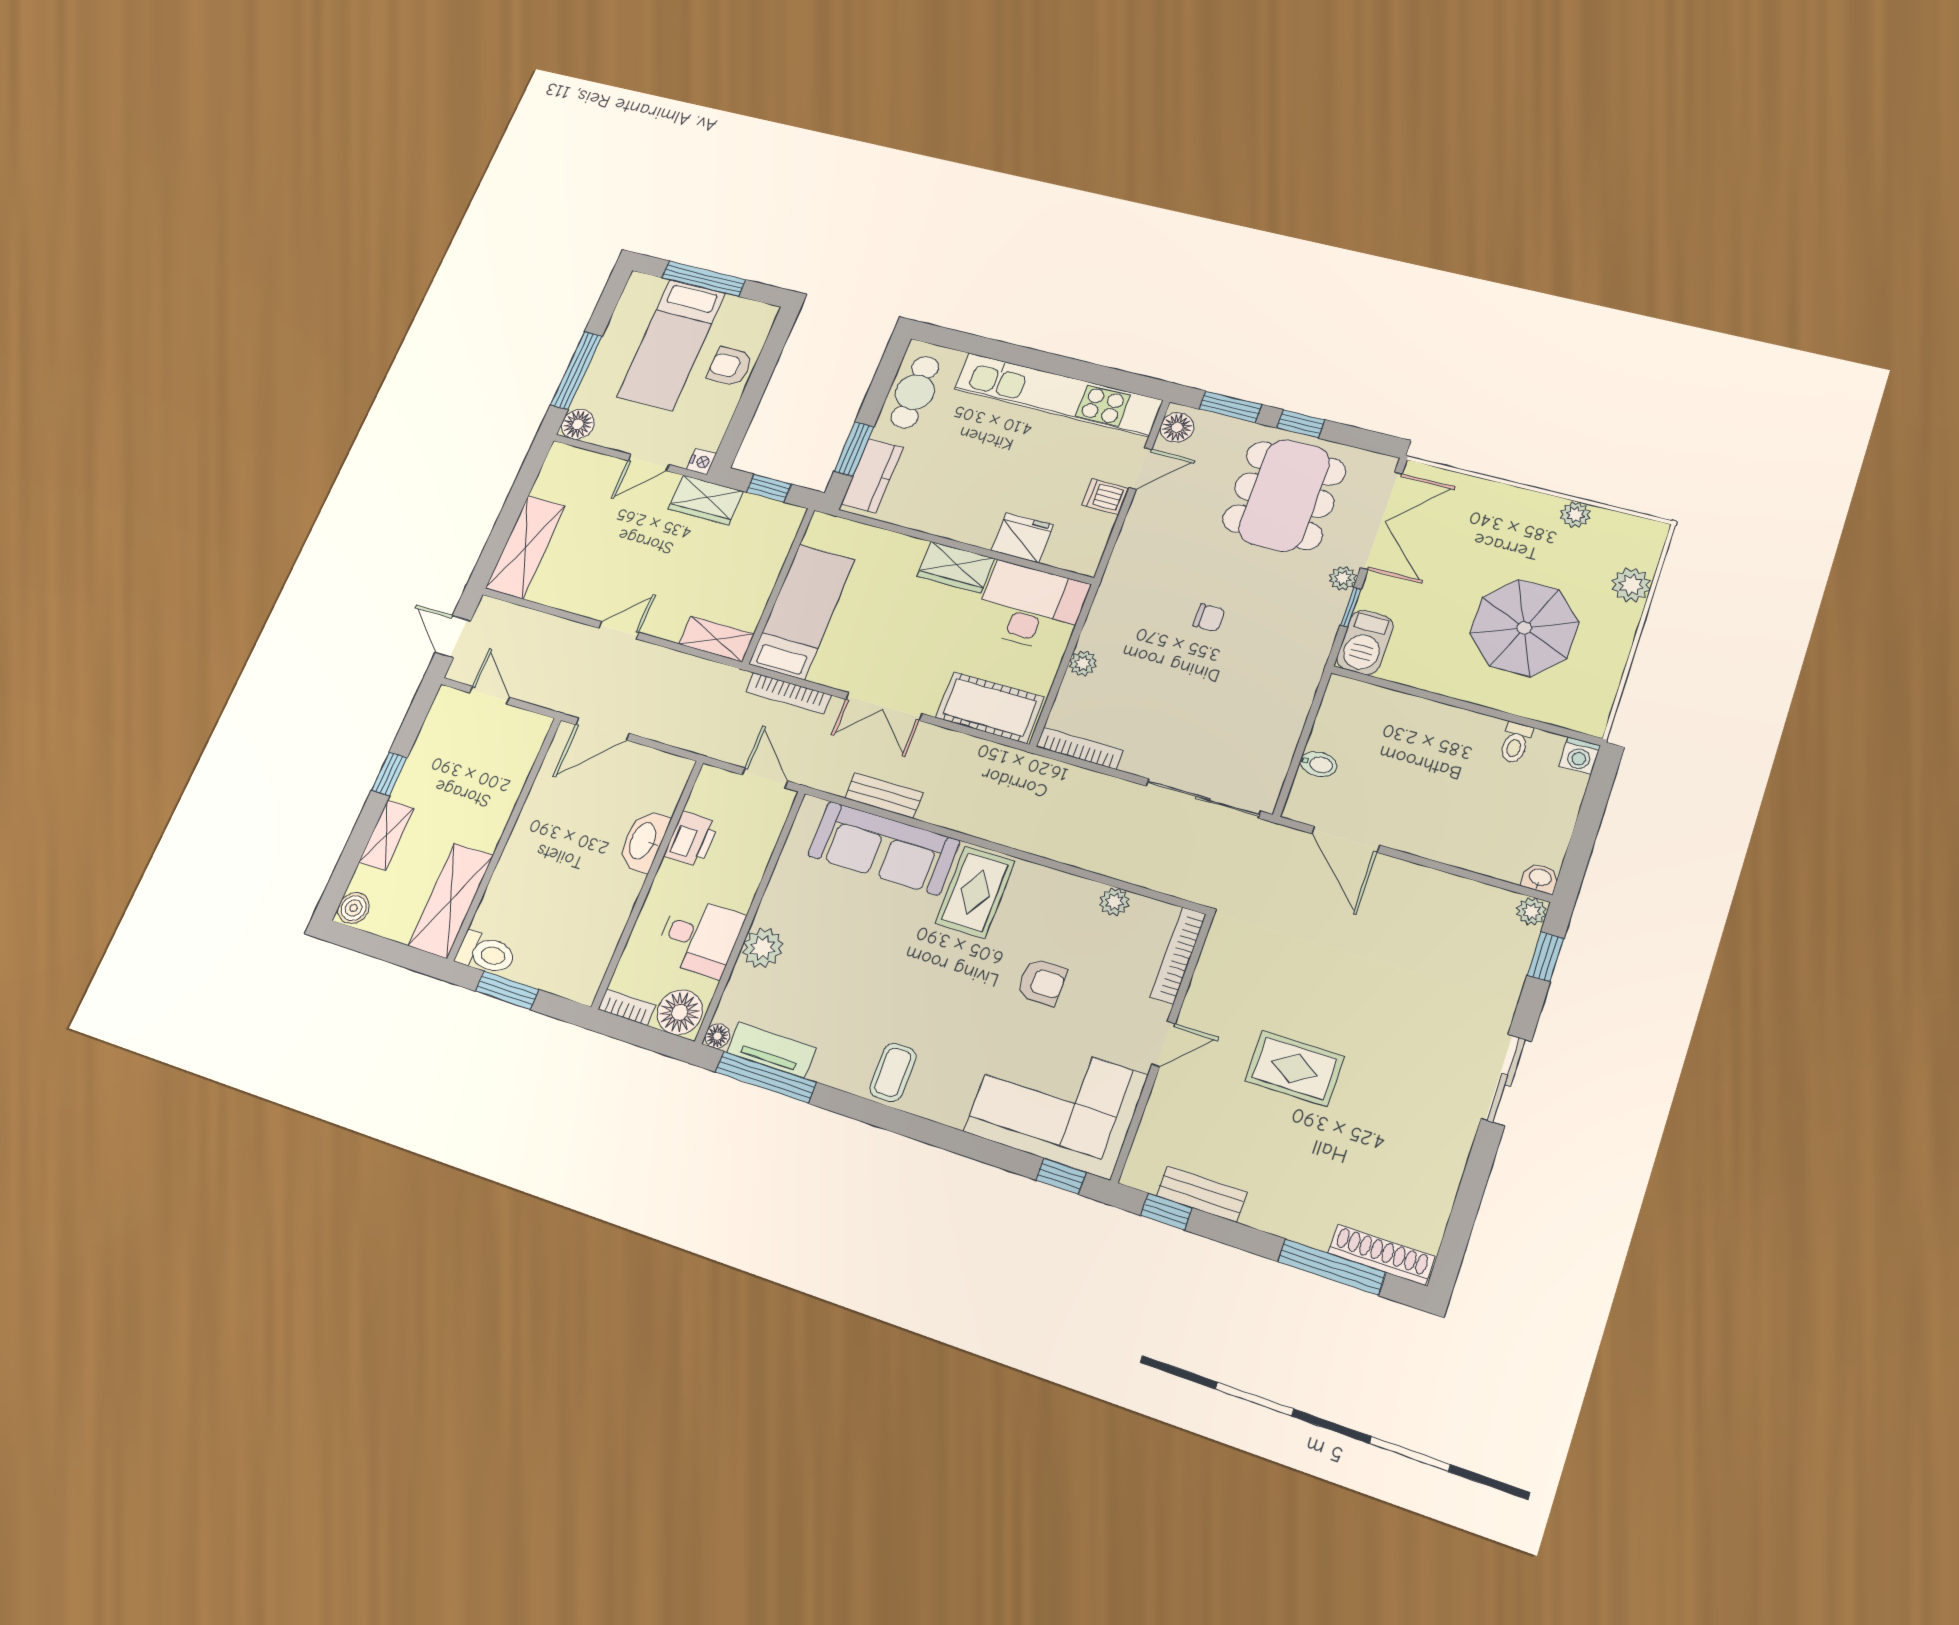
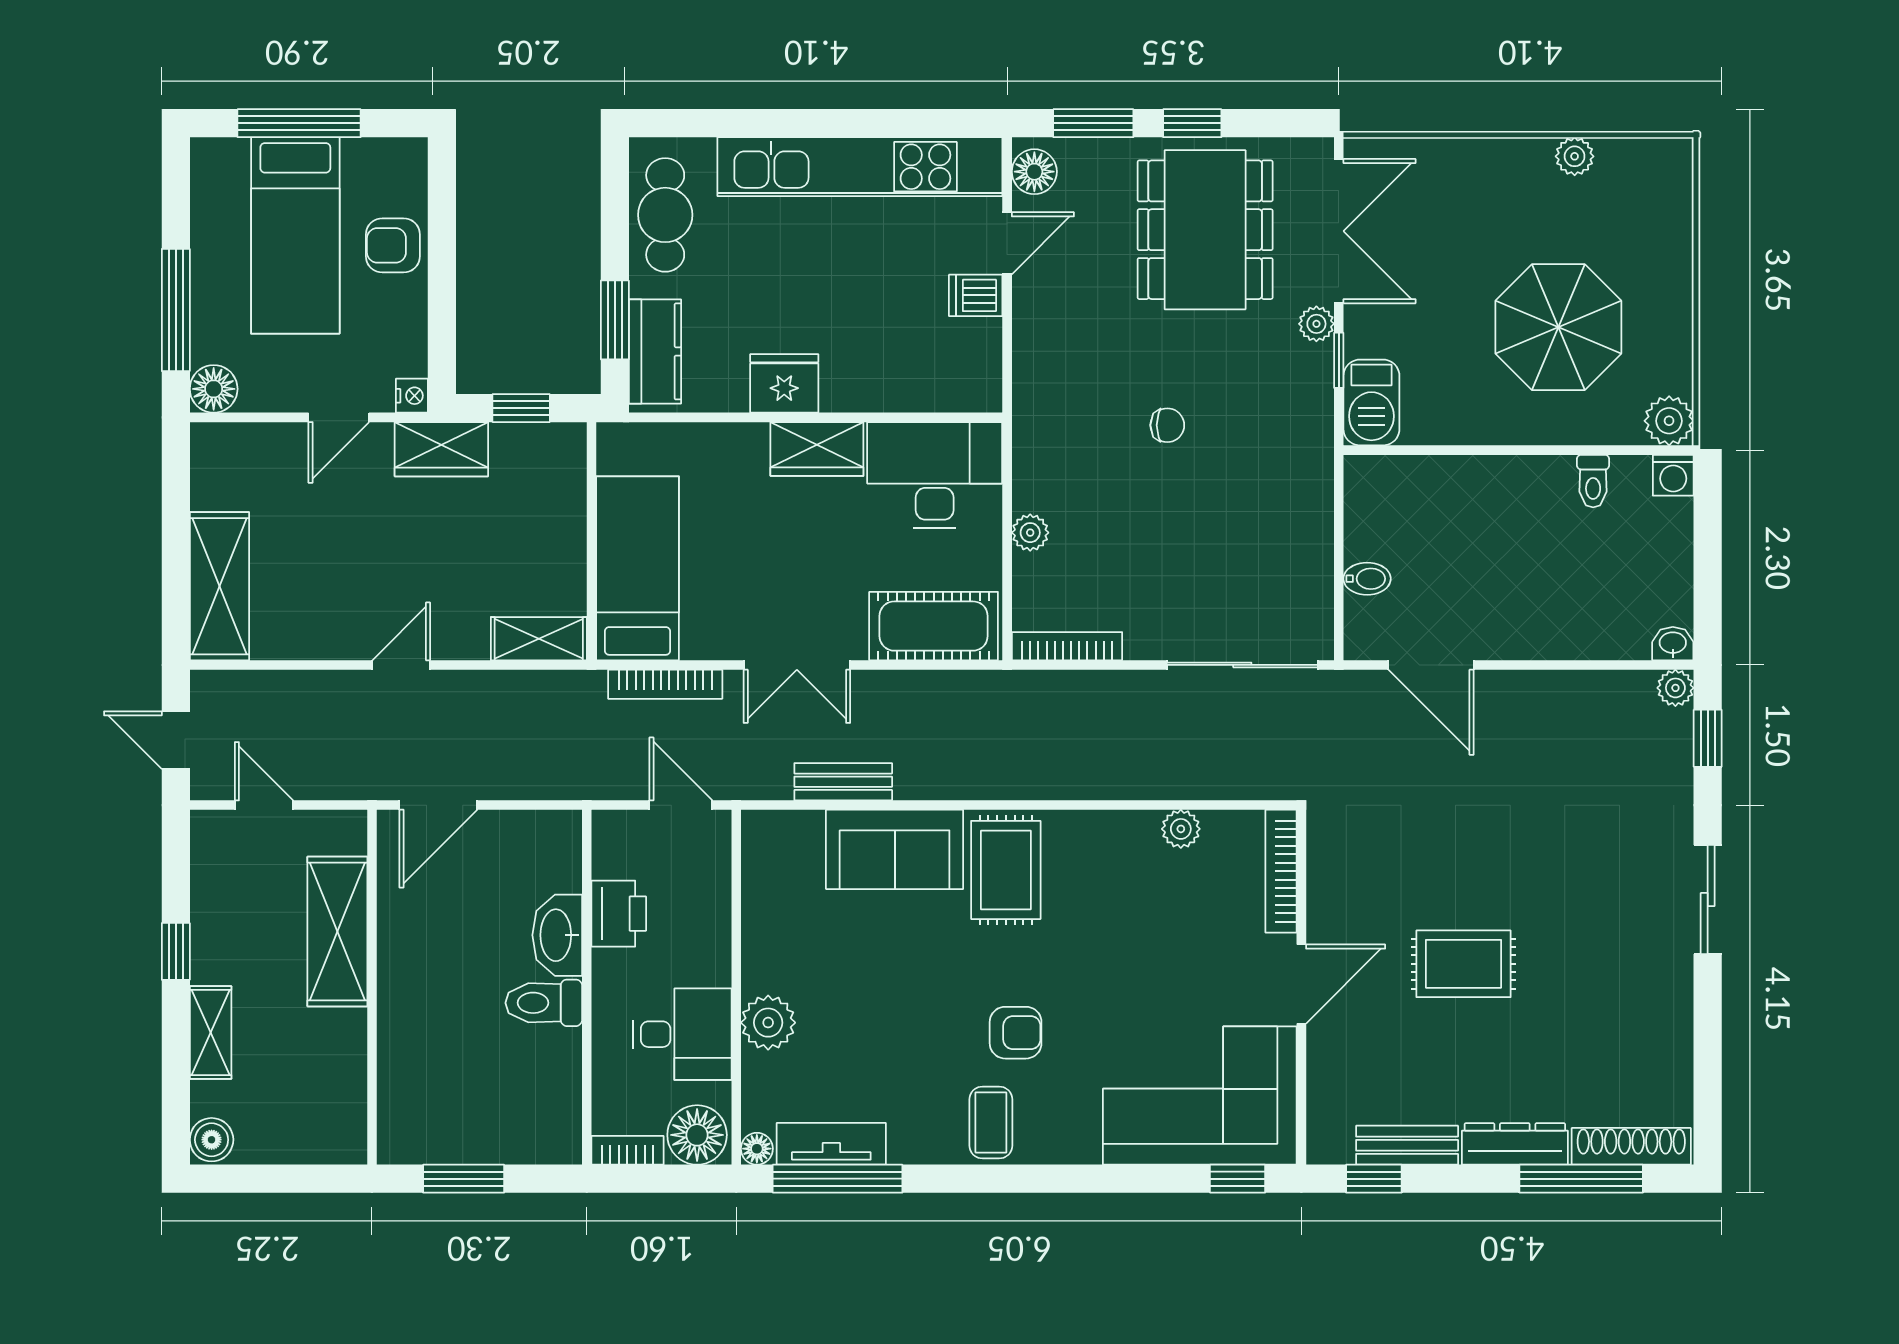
fridge: (1022, 538) -> (784, 383), moved
plant: (1631, 585) -> (1669, 421), moved
sofa: (884, 848) -> (895, 849), width x0.73
shelving: (451, 901) -> (337, 932), moved
toilet: (486, 953) -> (544, 1003), moved, turned 180
armchair: (1042, 982) -> (1016, 1033), moved
door: (1163, 1044) -> (1301, 984), width x1.37
dresser: (1288, 1222) -> (1515, 1144), added

